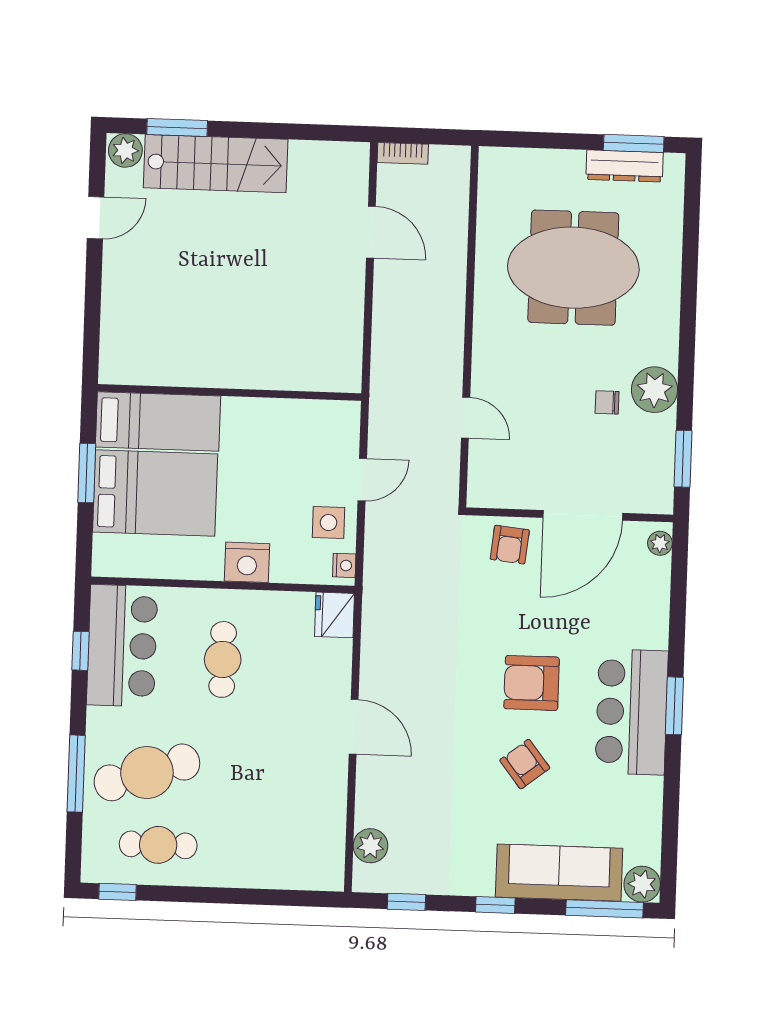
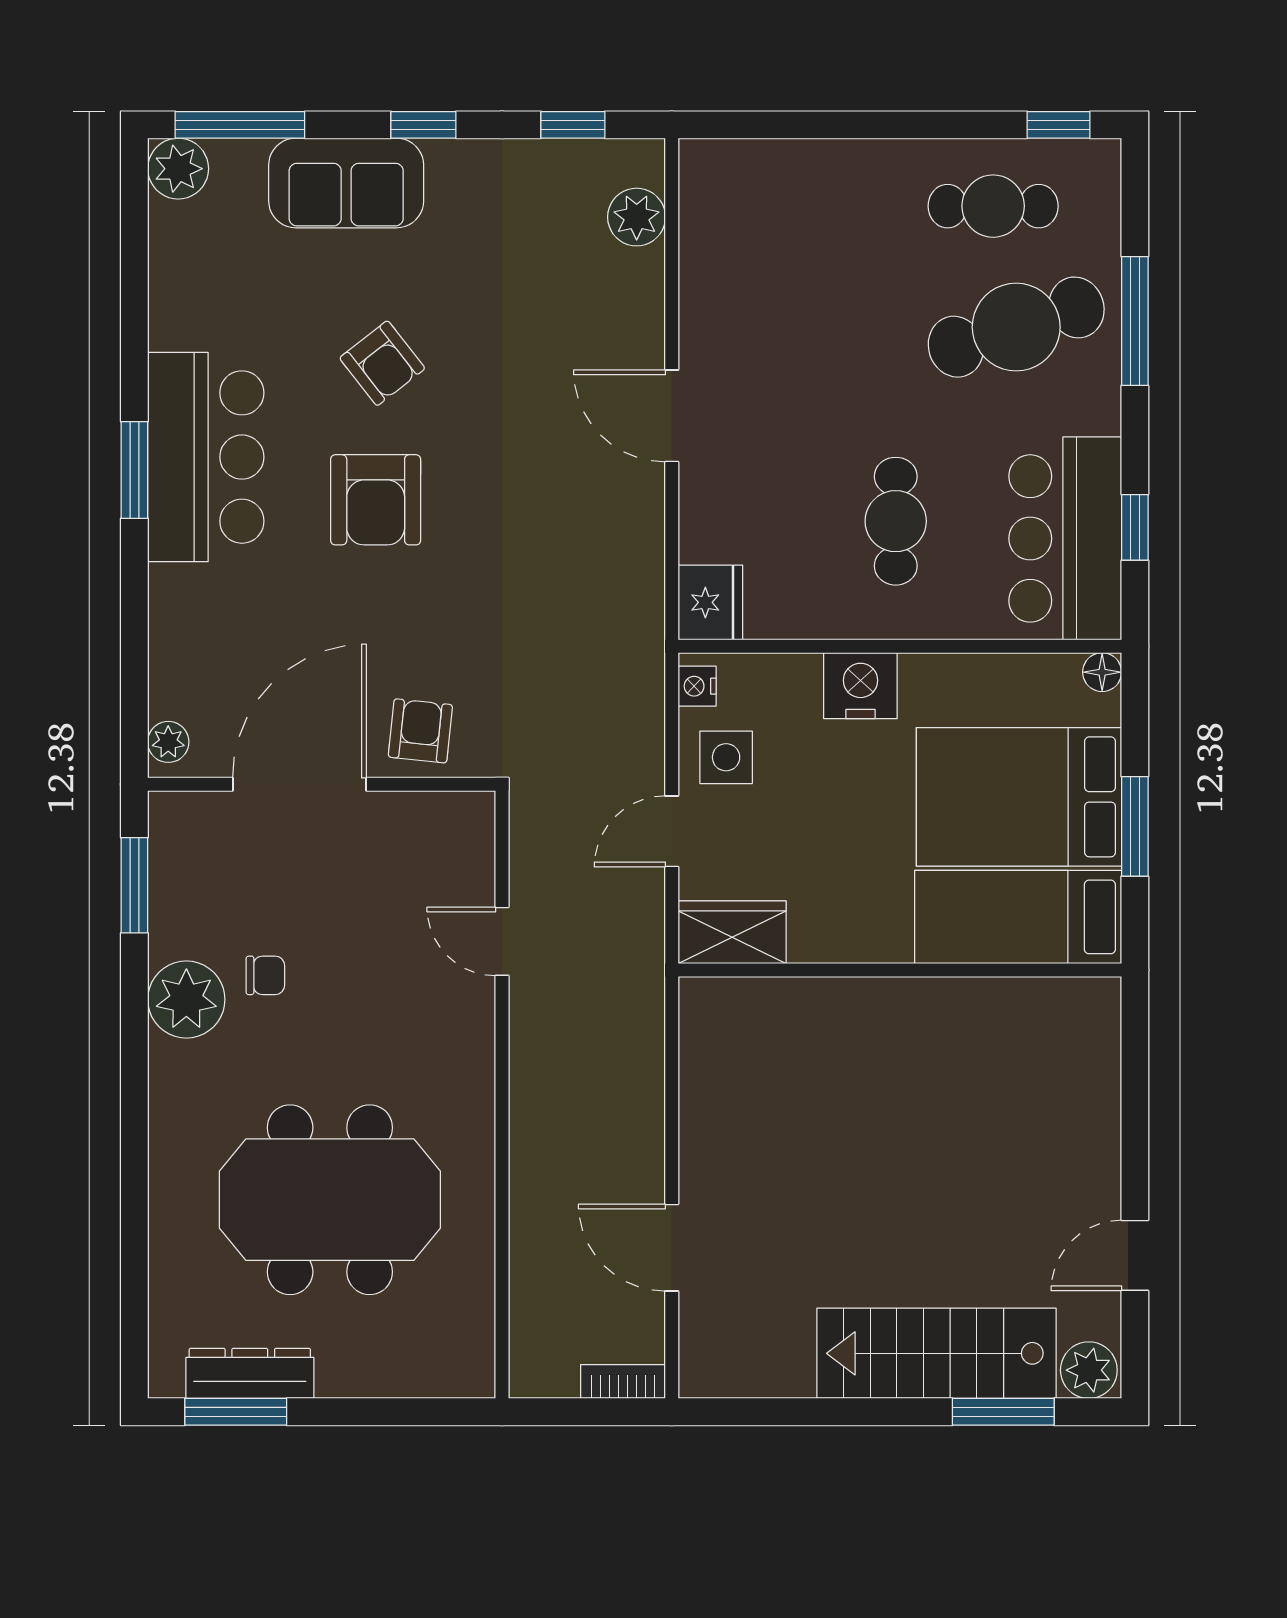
wardrobe: (328, 418) -> (732, 932), added
floor lamp: (103, 565) -> (1102, 672), added
armchair: (532, 683) -> (376, 500), turned 90
sofa: (559, 873) -> (346, 183), width x0.73

